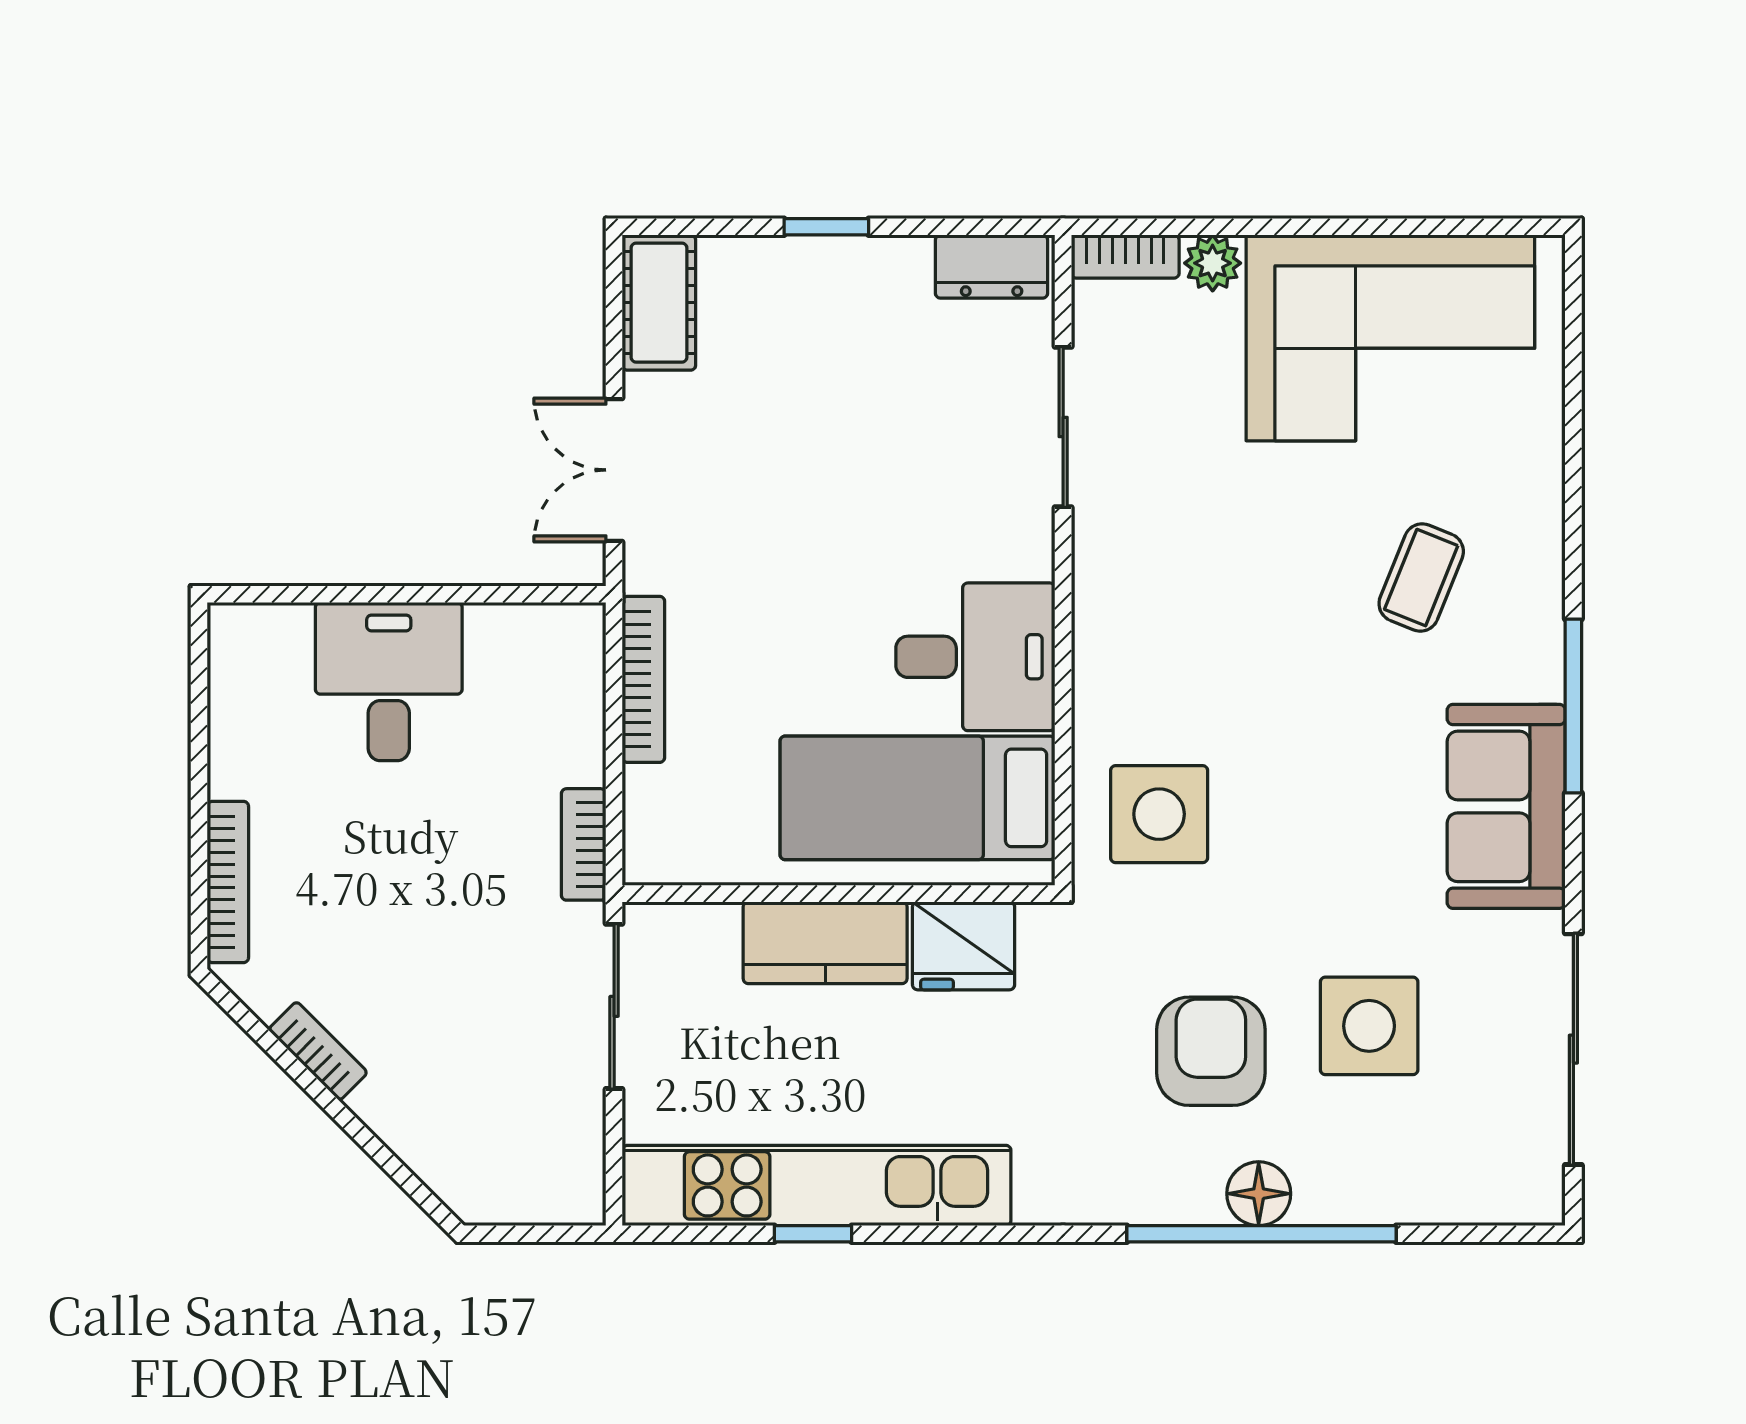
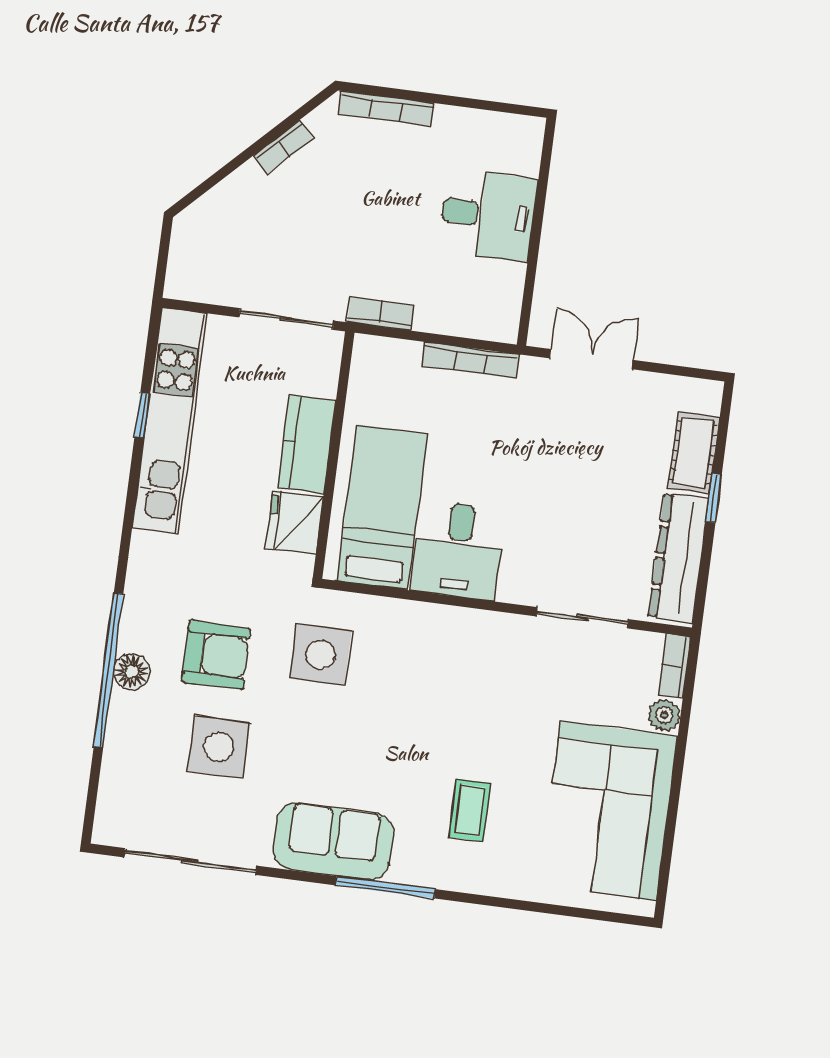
dresser: (992, 267) -> (679, 558), width x1.96, depth x1.24
cot: (659, 303) -> (694, 453), moved, turned 90
coffee table: (1421, 578) -> (470, 810), turned 68
side table: (1159, 814) -> (320, 655), moved

